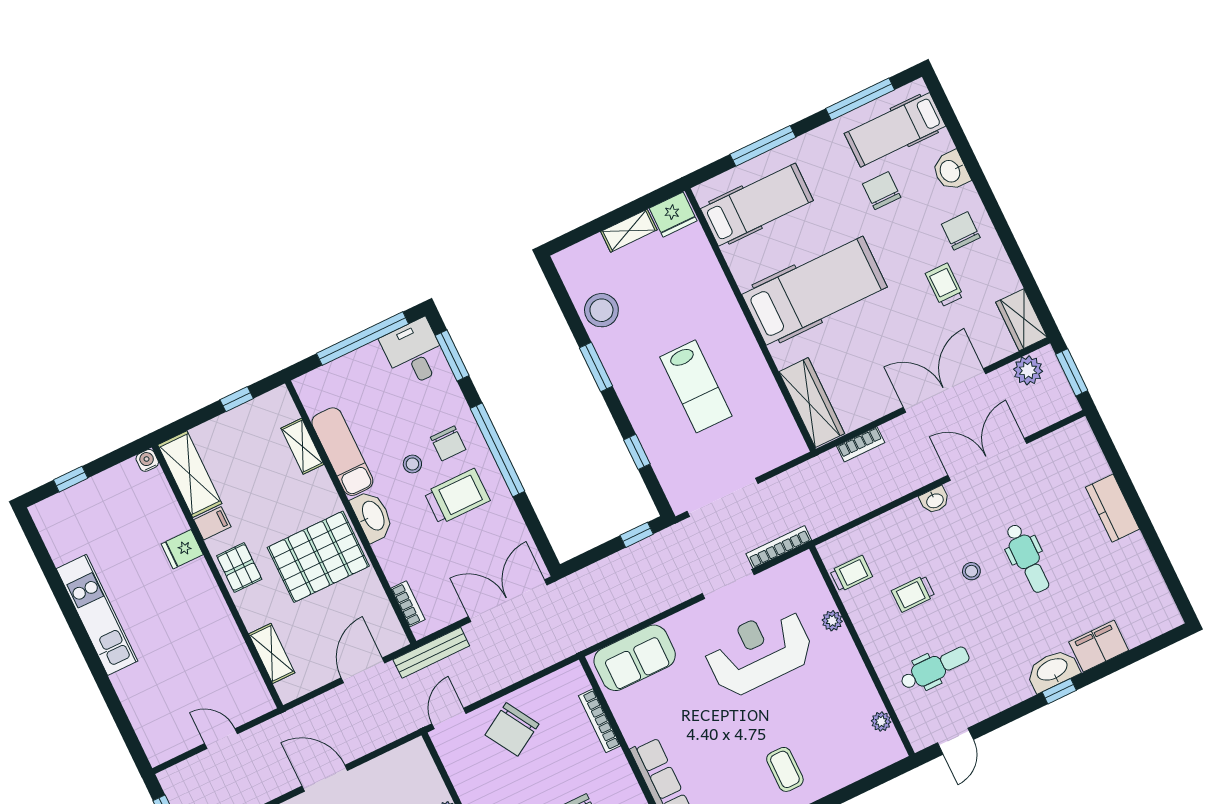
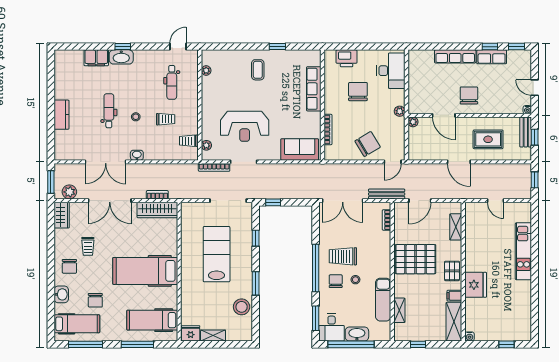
lab bench: (696, 386) -> (217, 254), width x1.36, depth x1.39
wardrobe: (812, 403) -> (157, 210), moved, turned -90
washbasin: (372, 516) -> (357, 334), moved, turned 90
fridge: (182, 549) -> (476, 285), width x1.88, depth x1.34
kitchen unit: (97, 615) -> (523, 251), moved
plant: (832, 621) -> (206, 145), moved
dental chair: (935, 668) -> (172, 82), turned -90

